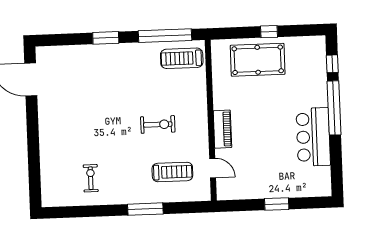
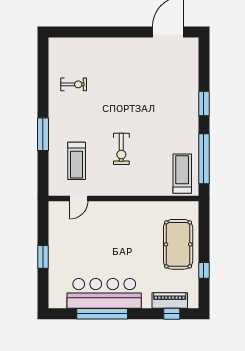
window: (269, 32) -> (204, 270), moved
window: (334, 108) -> (102, 314), moved
piano: (222, 129) -> (170, 301), moved, turned 180
bar counter: (313, 137) -> (104, 293), width x1.36

